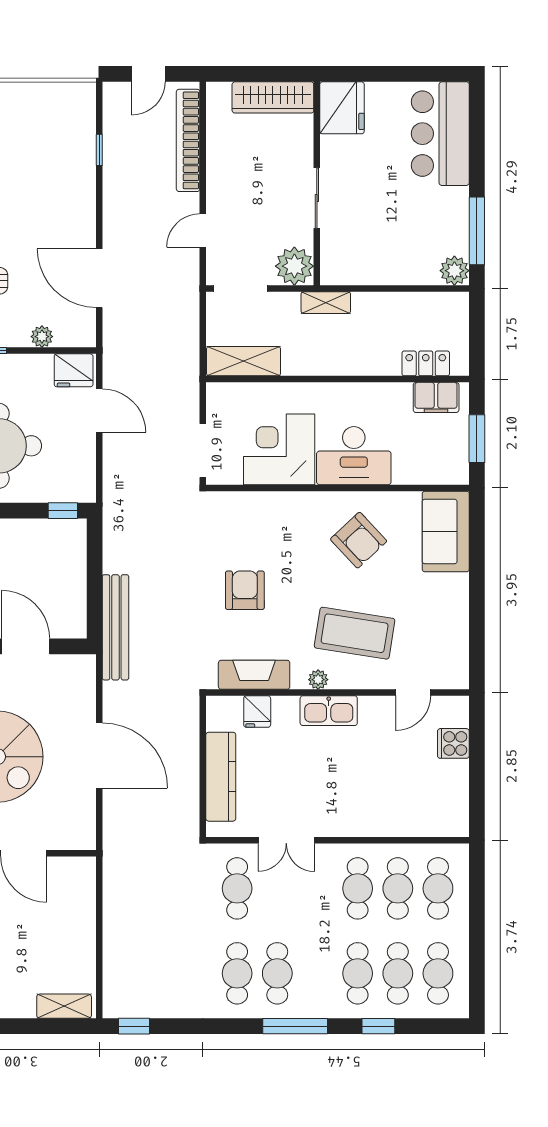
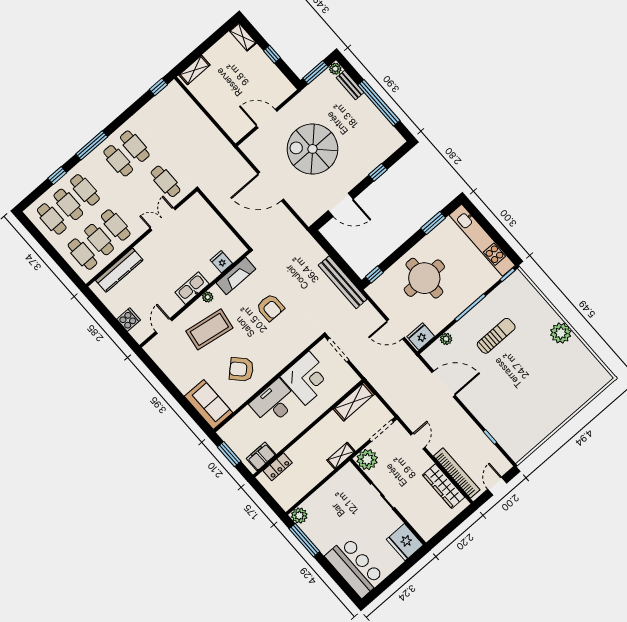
wardrobe: (273, 97) -> (444, 486), moved, turned -90
bench: (115, 627) -> (343, 282), moved
kitchen counter: (221, 777) -> (119, 270), moved, turned -90

